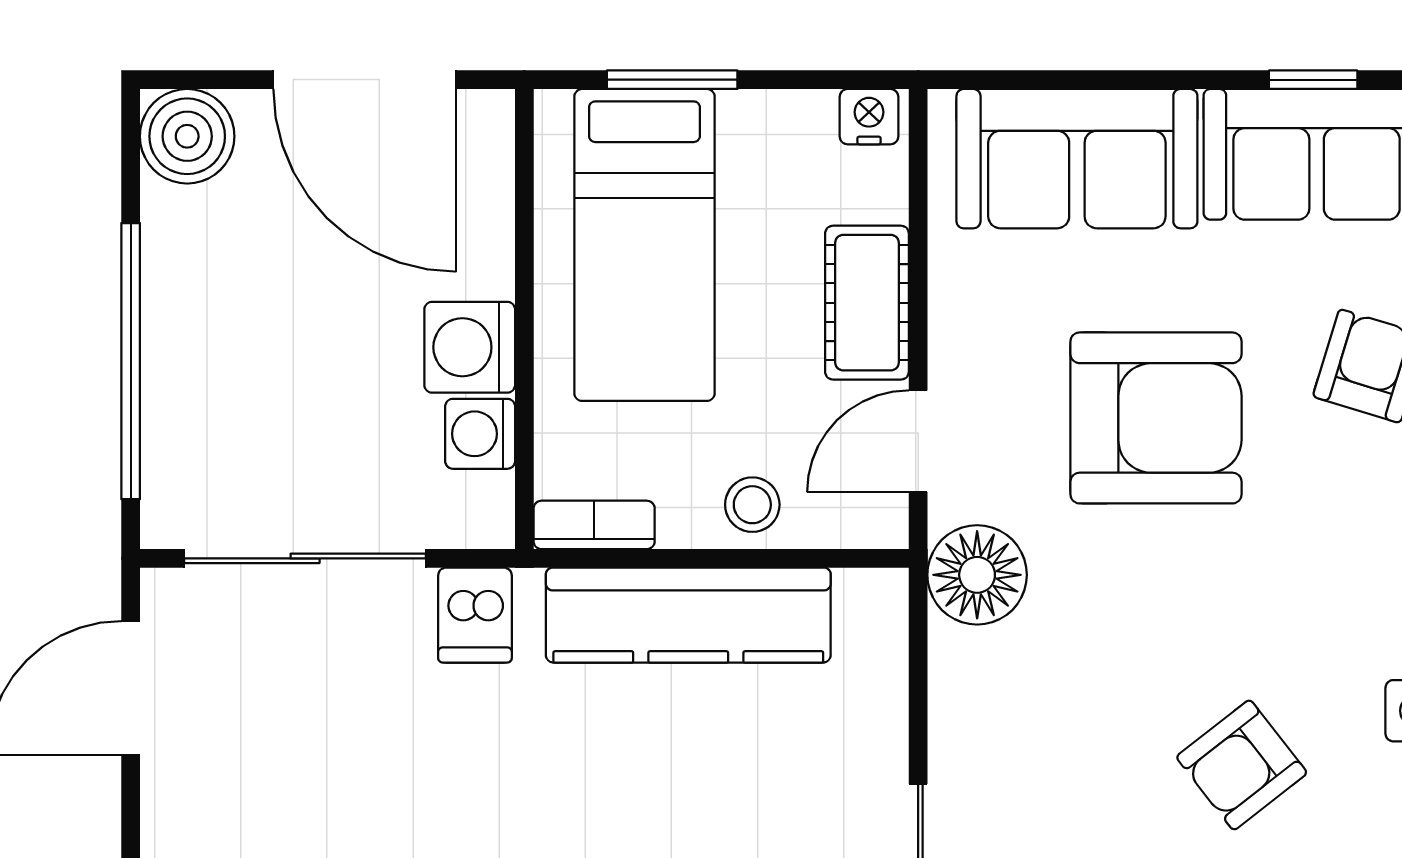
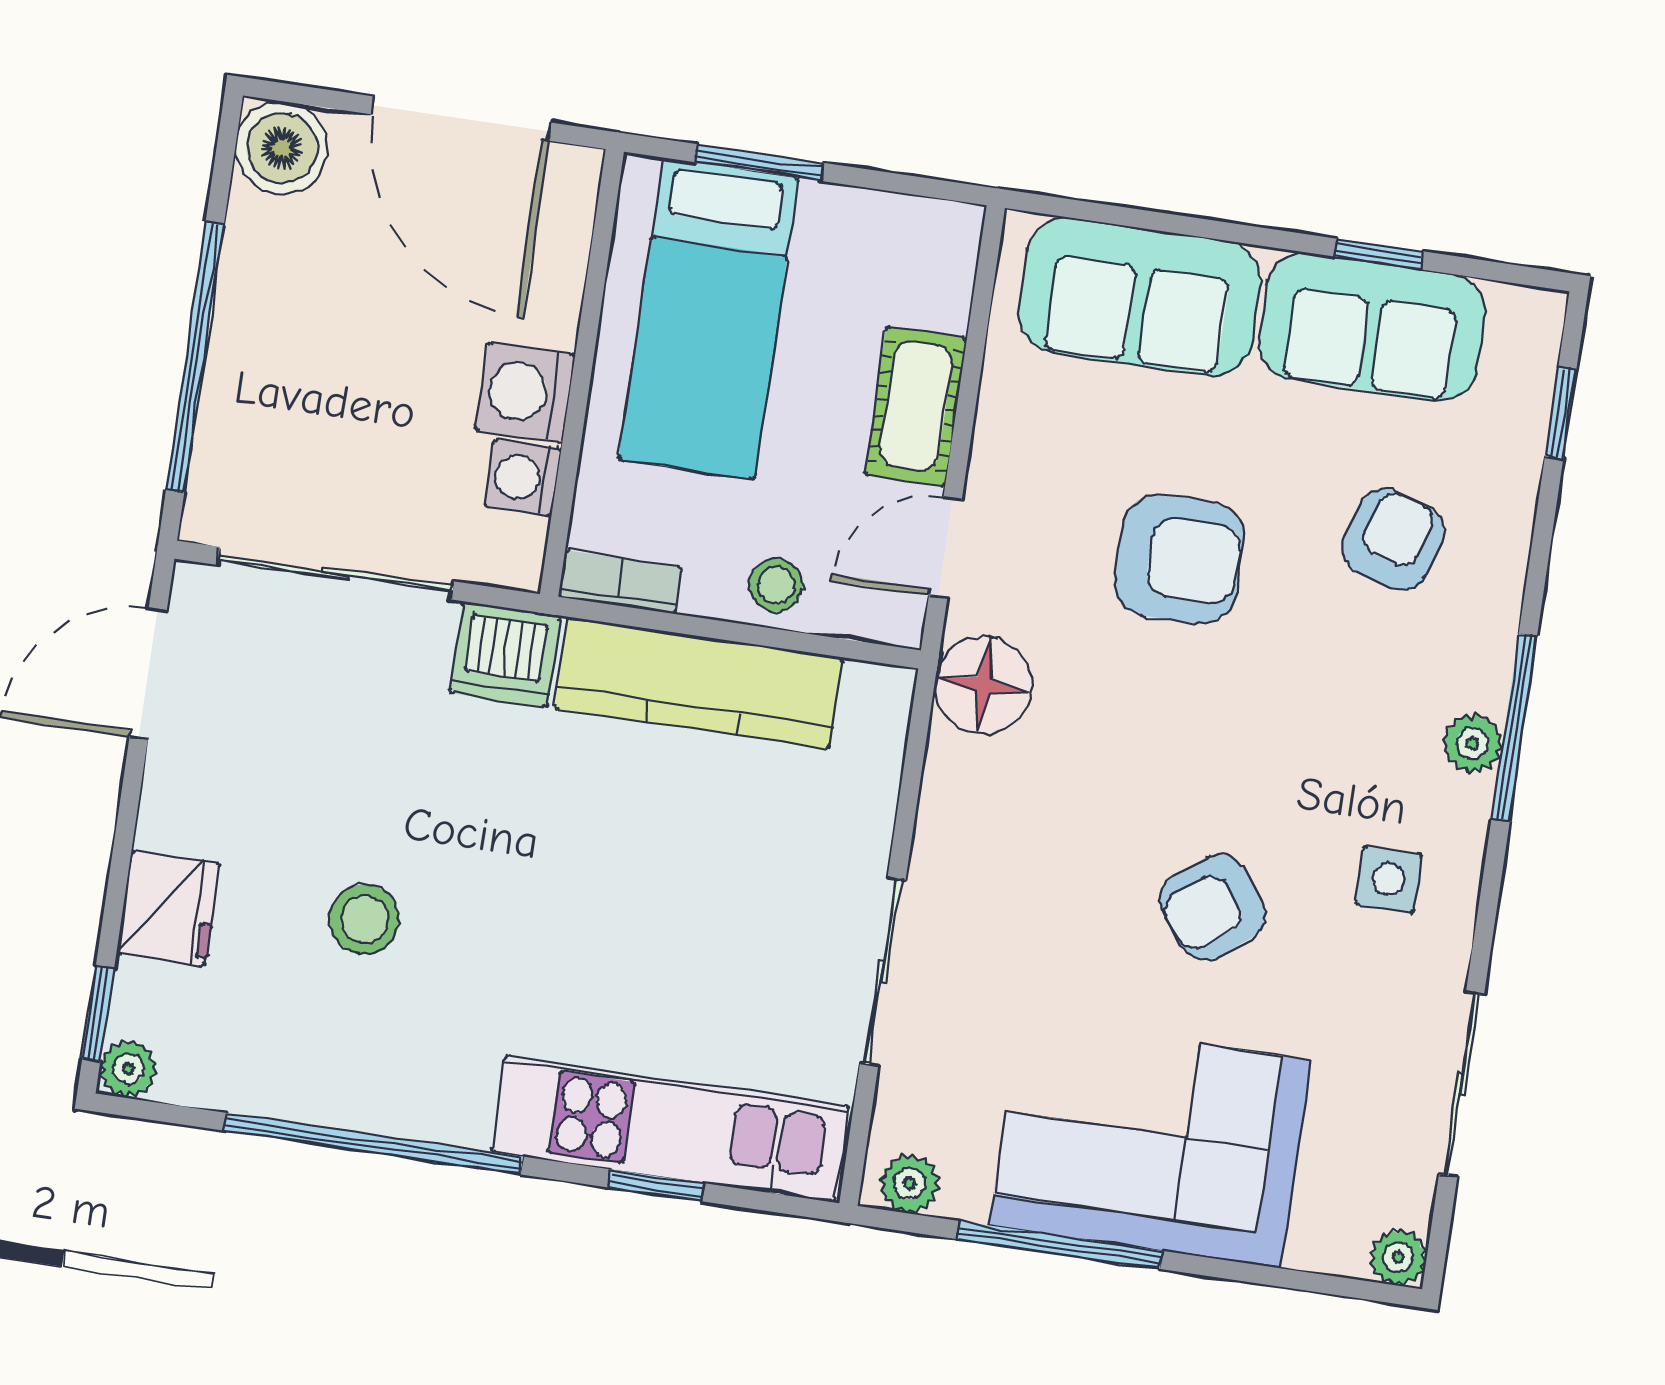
nightstand: (869, 117) -> (944, 226), removed
armchair: (1156, 418) -> (1179, 559), width x0.73, depth x0.73
dishwasher: (475, 615) -> (505, 654), width x1.38

